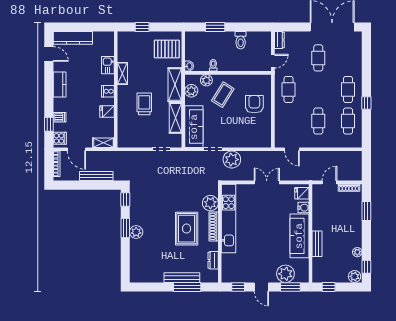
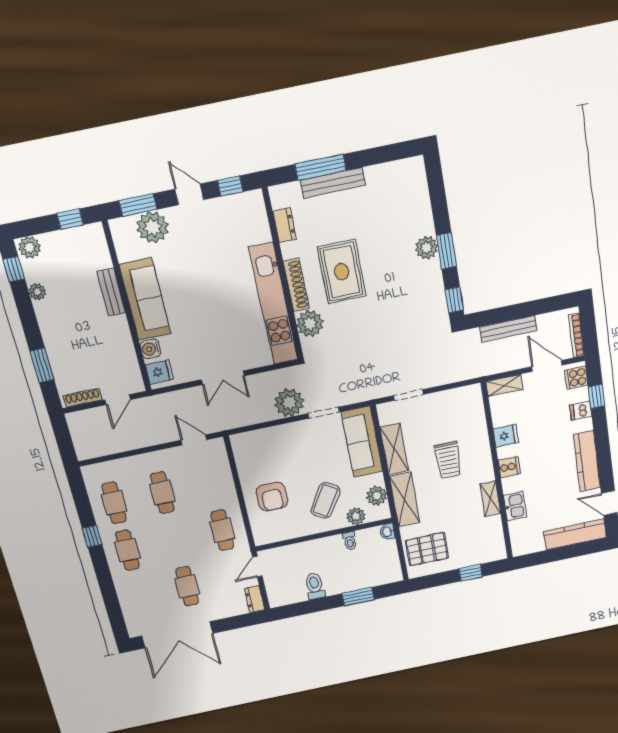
kitchen counter: (60, 85) -> (587, 461), width x1.50

